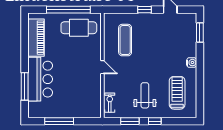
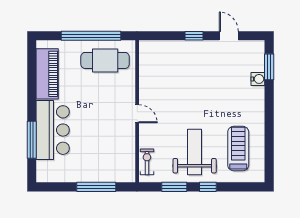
exercise mat: (125, 40) -> (168, 77), removed
water cooler: (192, 63) -> (258, 79), moved
weight bench: (145, 95) -> (195, 152), width x1.36, depth x1.33
window: (59, 121) -> (96, 187), moved

